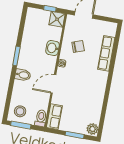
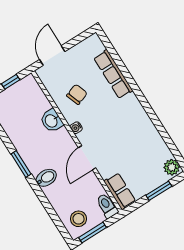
shower: (57, 19) -> (28, 86), removed

